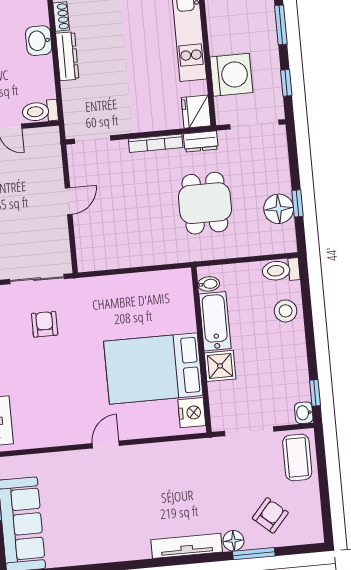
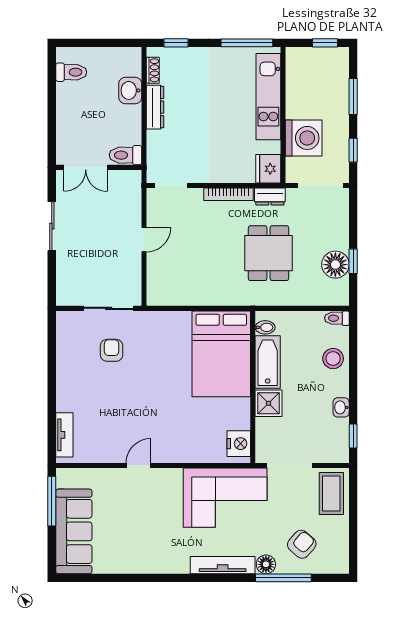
toilet: (281, 270) -> (337, 318), width x0.73, depth x0.72
bed: (153, 368) -> (221, 354), moved, turned -90
washbasin: (304, 413) -> (341, 407), moved
door: (106, 444) -> (138, 465), moved
corner sofa: (183, 473) -> (225, 498), added
window: (254, 554) -> (283, 578), width x1.44

